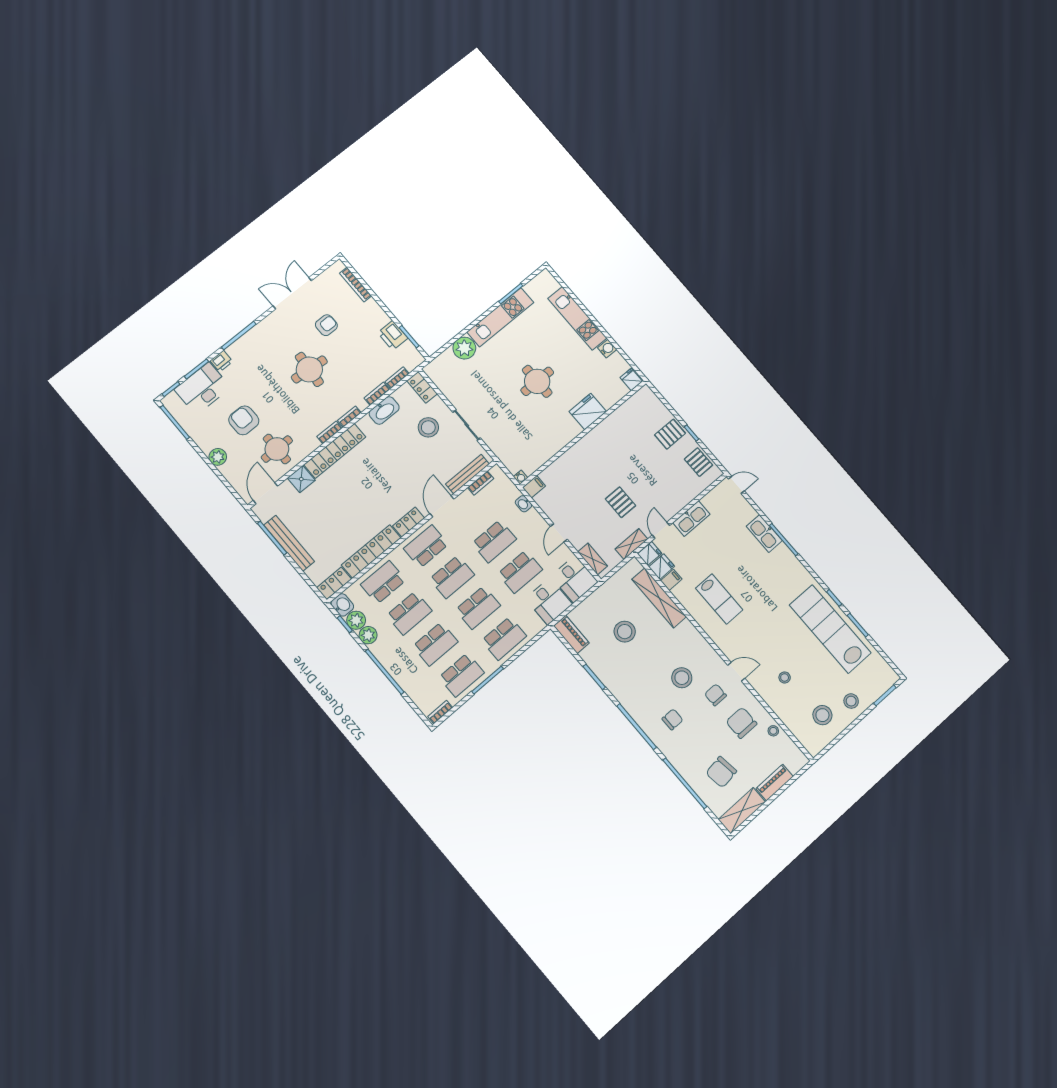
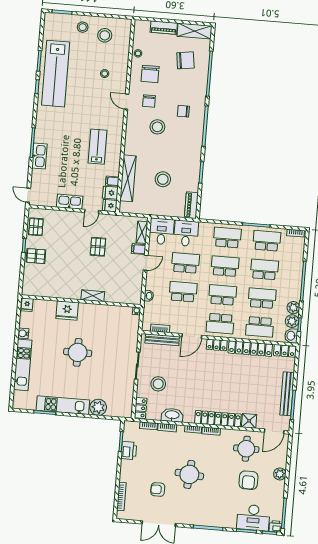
printer: (221, 361) -> (276, 526), moved
filing cabinet: (534, 487) -> (139, 249), moved
shelving: (631, 544) -> (93, 296), moved

